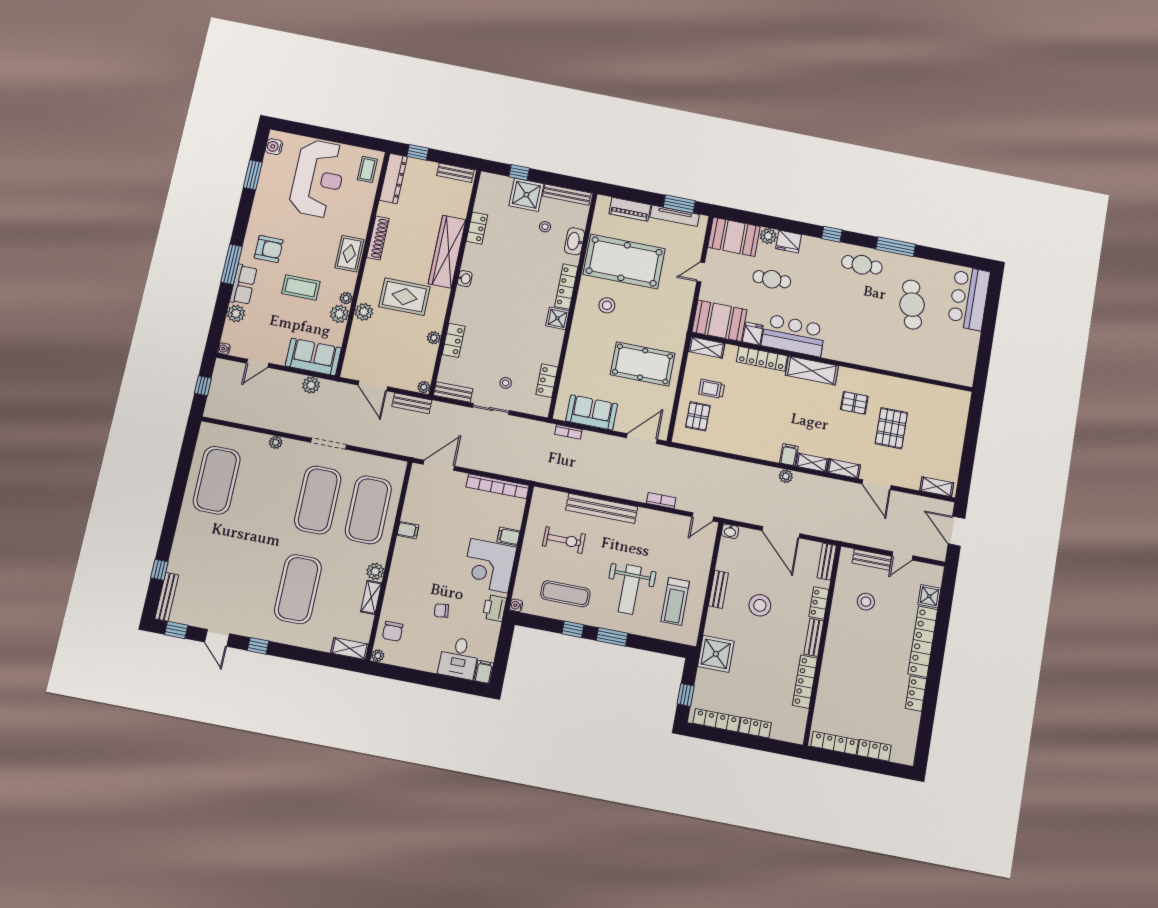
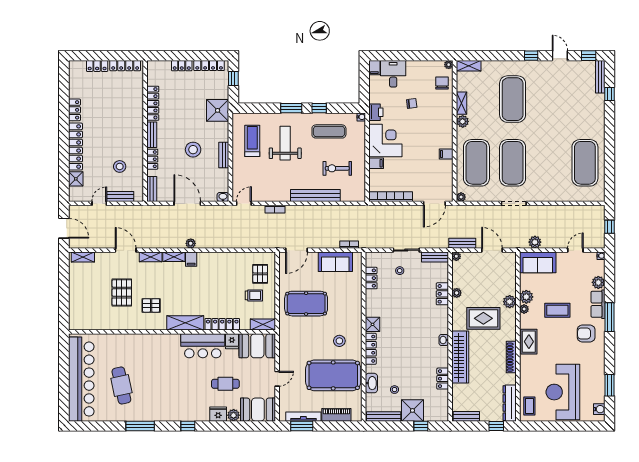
cafe table: (862, 265) -> (162, 408), removed
bar counter: (969, 298) -> (81, 379), width x1.86
plant: (276, 442) -> (461, 197), moved

